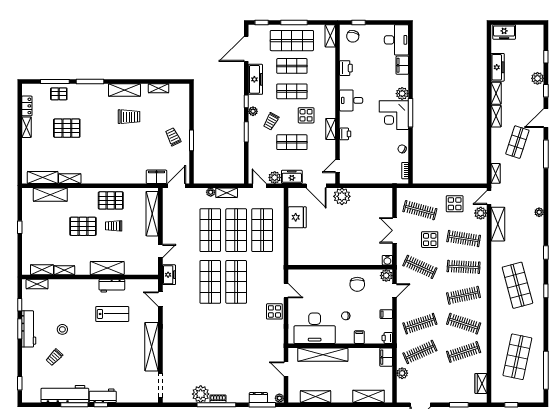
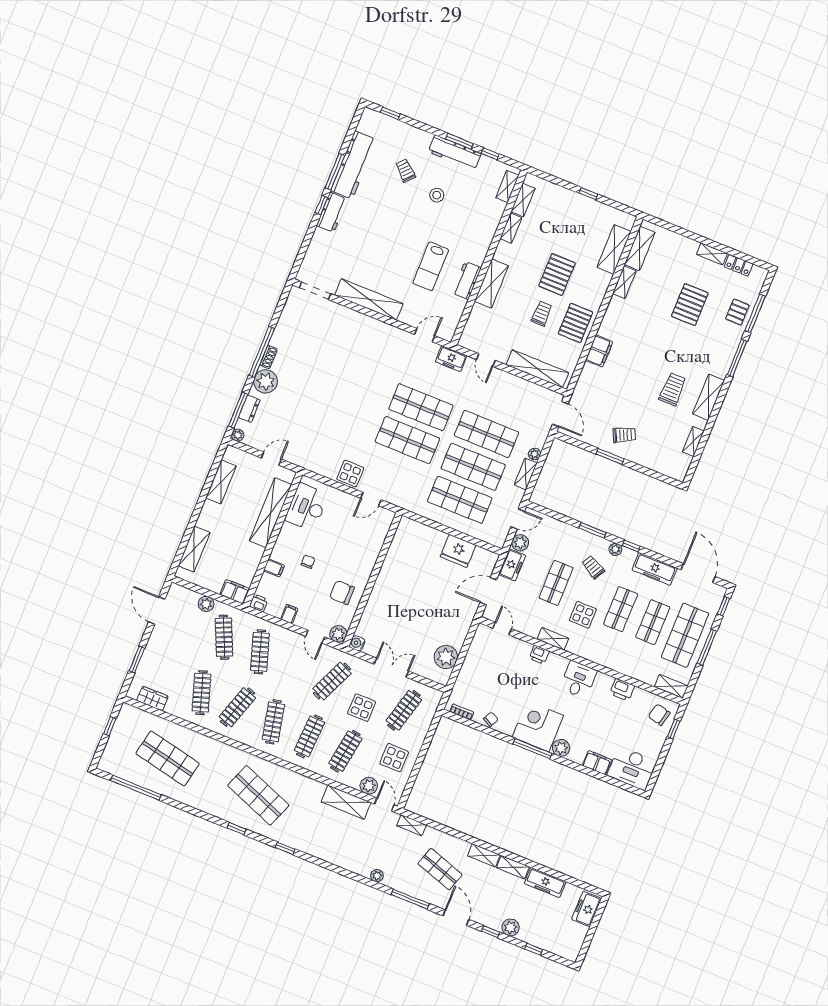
trolley: (129, 117) -> (673, 389), turned 180
filing cabinet: (157, 177) -> (599, 351), moved
plant: (342, 196) -> (446, 657), moved
plant: (539, 212) -> (377, 876), moved
shop shelf: (517, 285) -> (258, 795), turned 36
desk: (315, 328) -> (307, 507), width x0.73, depth x0.77
plant: (201, 394) -> (266, 381), moved

